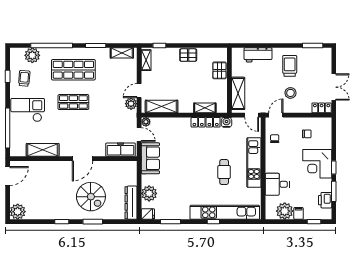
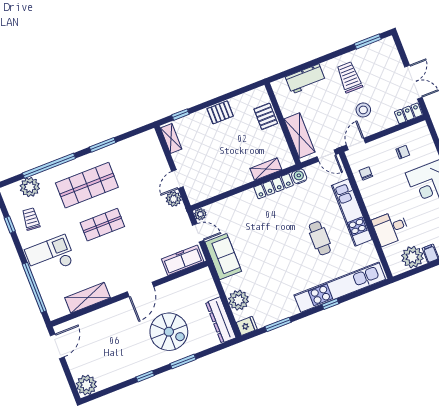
shelving: (122, 53) -> (138, 141), removed
shelving: (162, 107) -> (212, 188), removed

